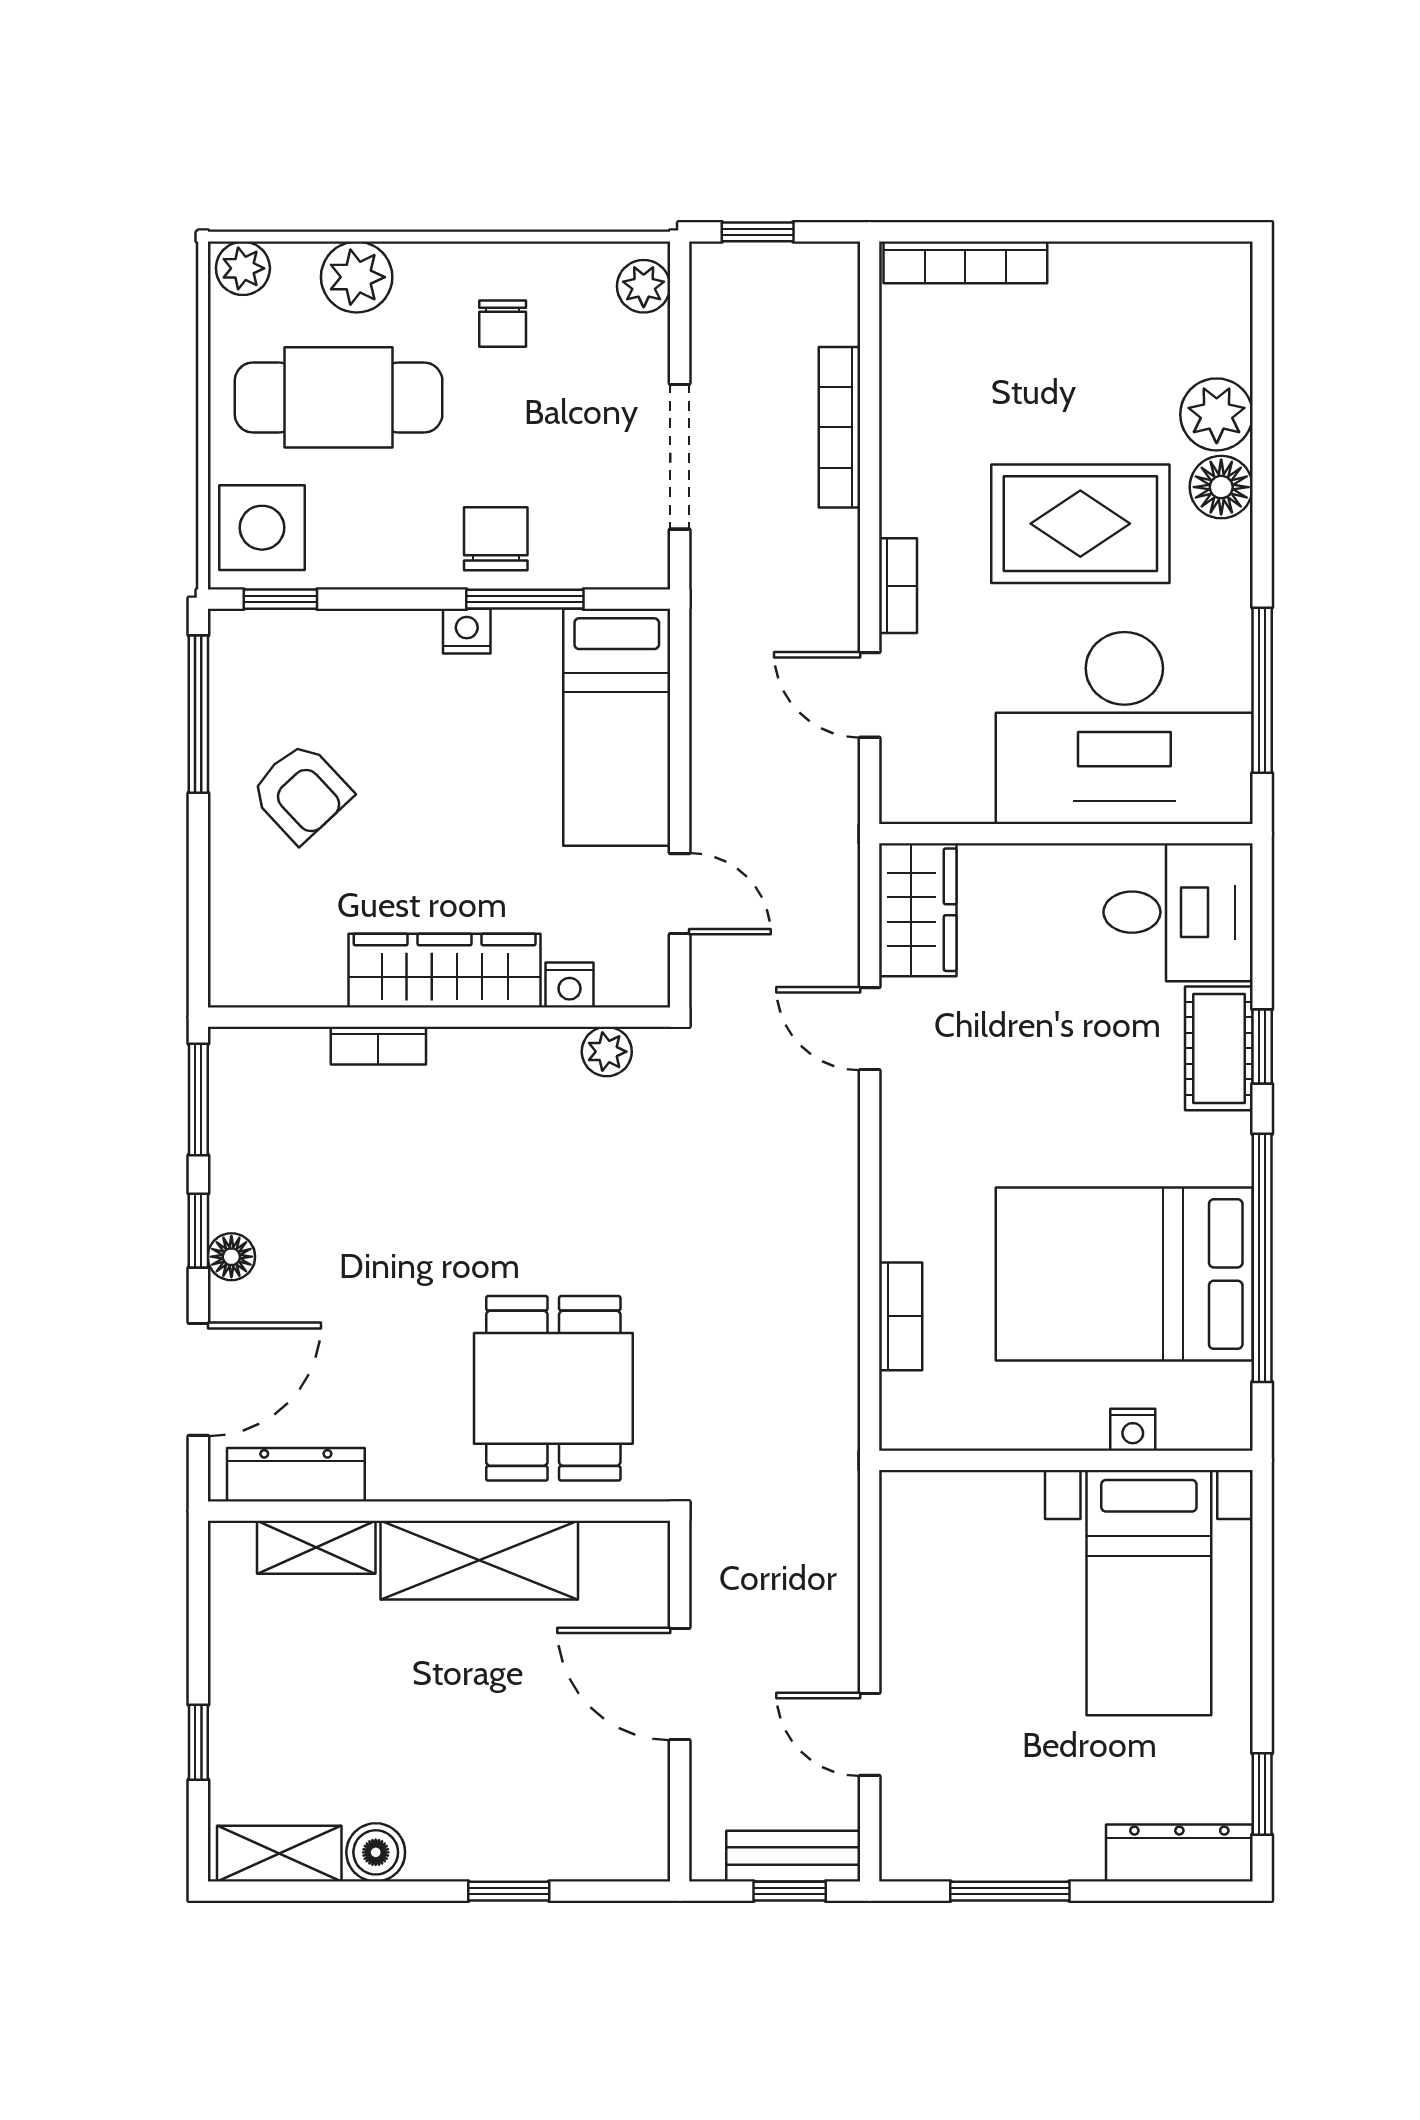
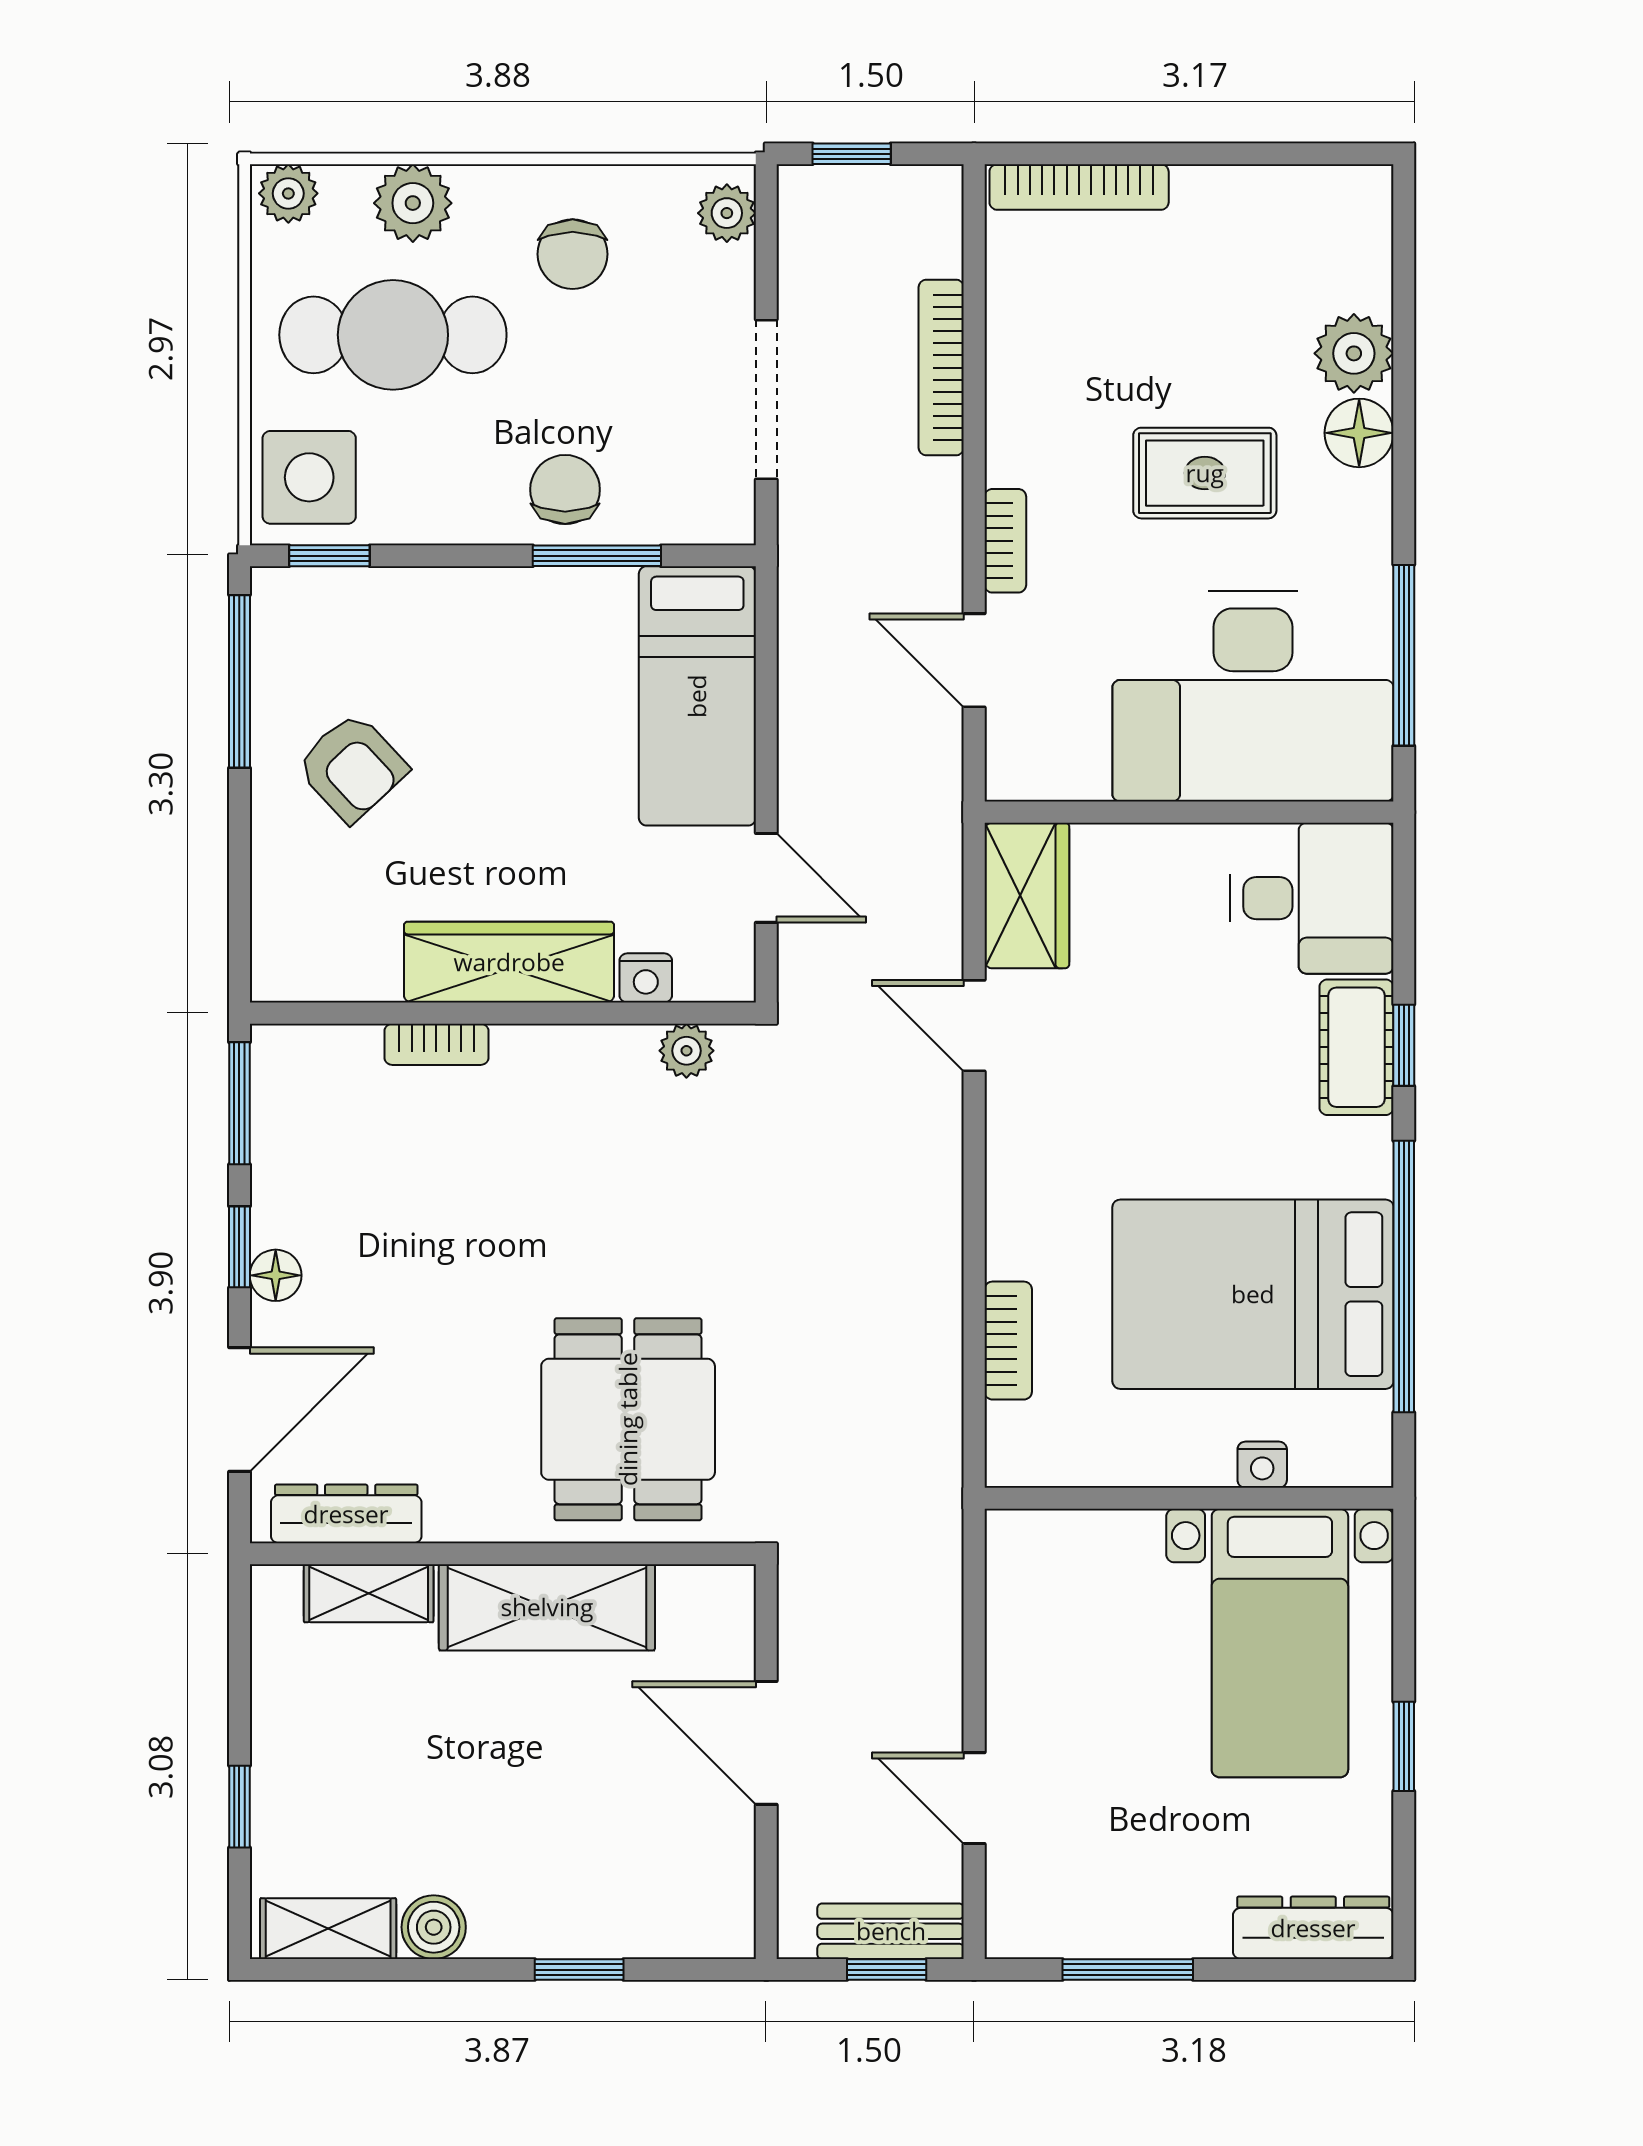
chair: (503, 324) -> (573, 254), width x1.37, depth x1.37
rug: (1080, 524) -> (1205, 473), width x0.73, depth x0.70
nightstand: (467, 631) -> (533, 591), removed
window: (1262, 1794) -> (1404, 1746), moved

